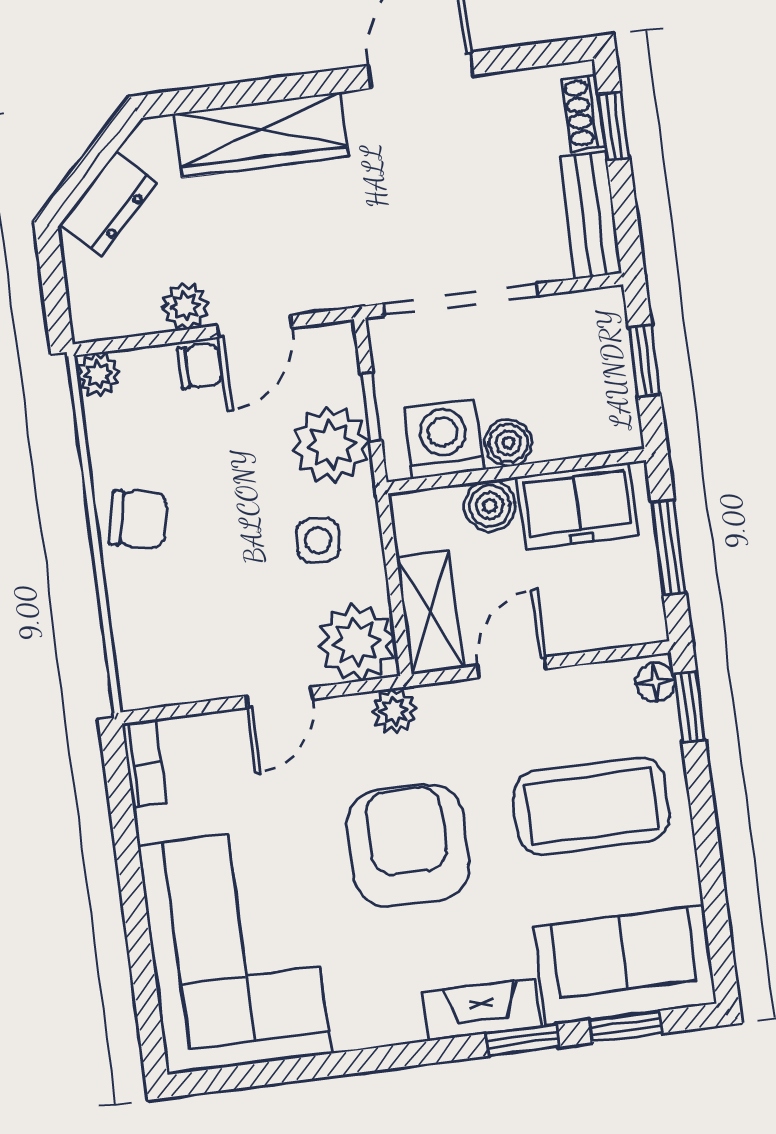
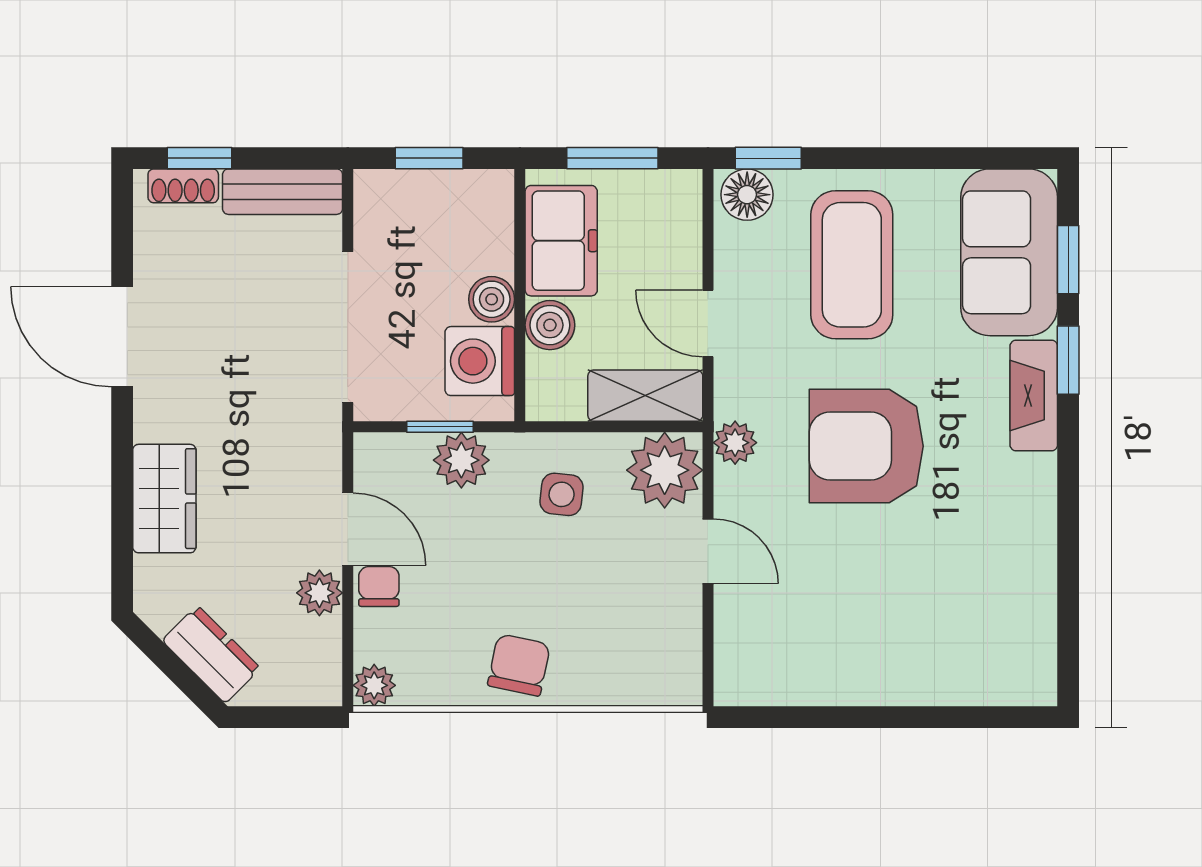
wardrobe: (261, 135) -> (164, 499), width x0.67
plant: (331, 445) -> (461, 460), width x0.73, depth x0.73
floor lamp: (655, 682) -> (747, 195), width x1.37, depth x1.37
bookcase: (144, 764) -> (755, 690), removed
corner sofa: (234, 950) -> (945, 626), removed

